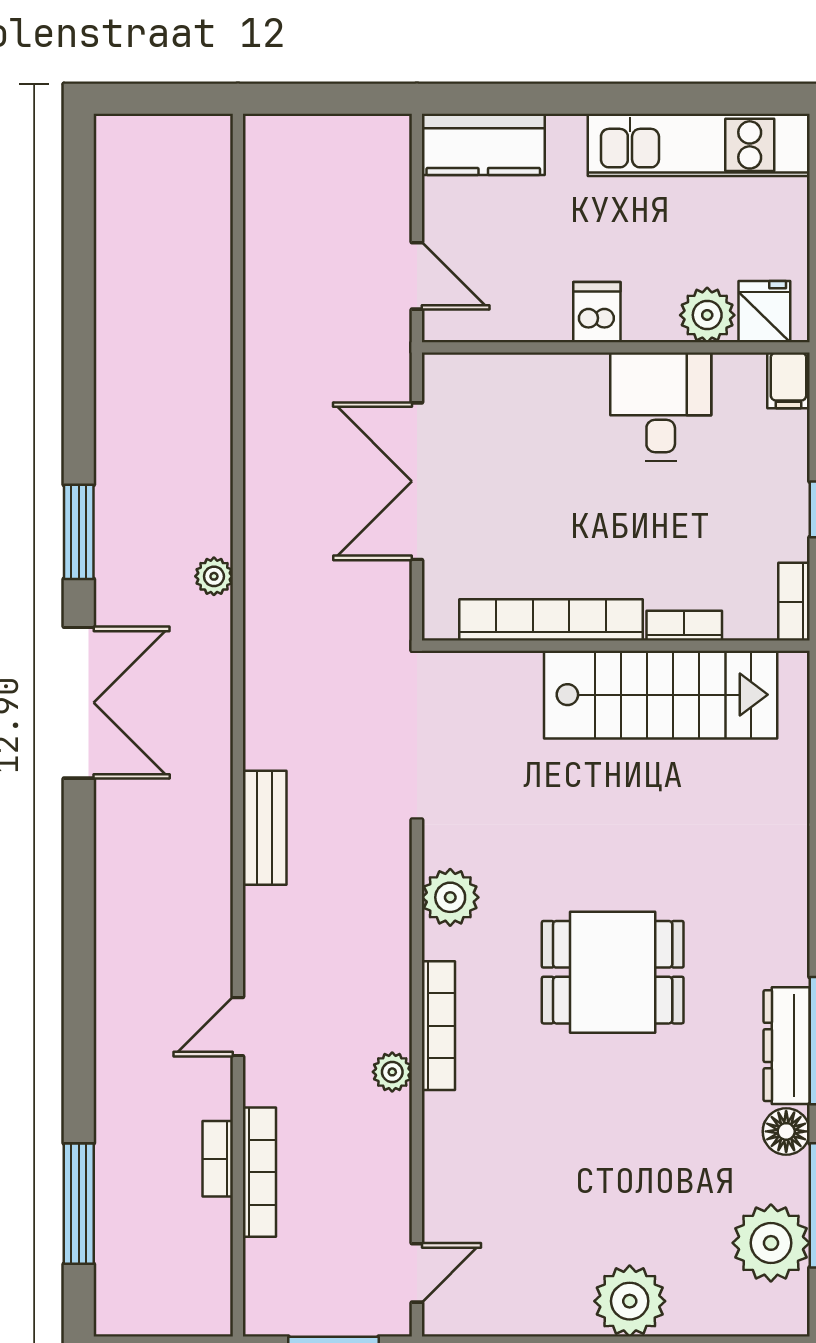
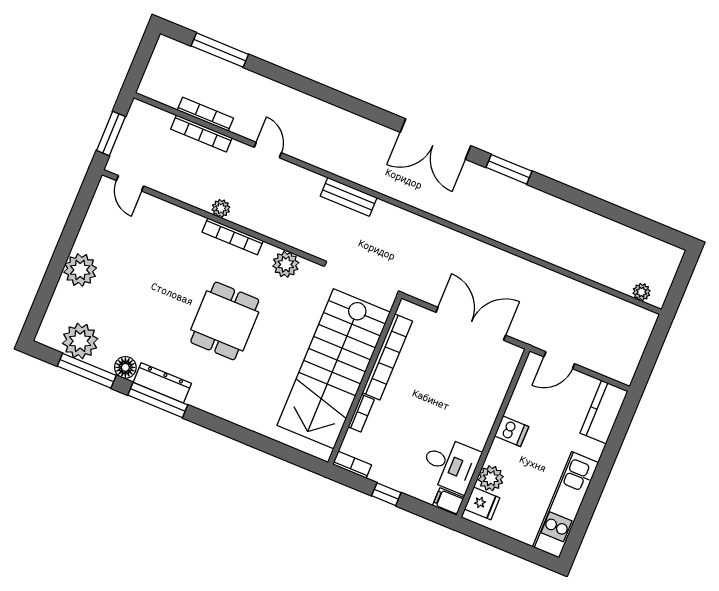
desk: (661, 407) -> (450, 465), moved
plant: (214, 576) -> (641, 292), moved
stairs: (661, 695) -> (334, 369), width x1.36, depth x1.51
bookcase: (218, 1159) -> (205, 114), width x1.56

